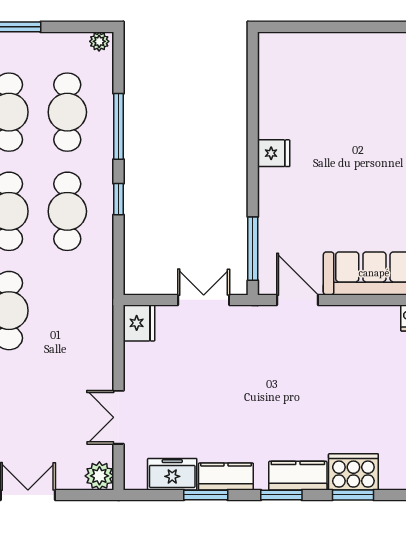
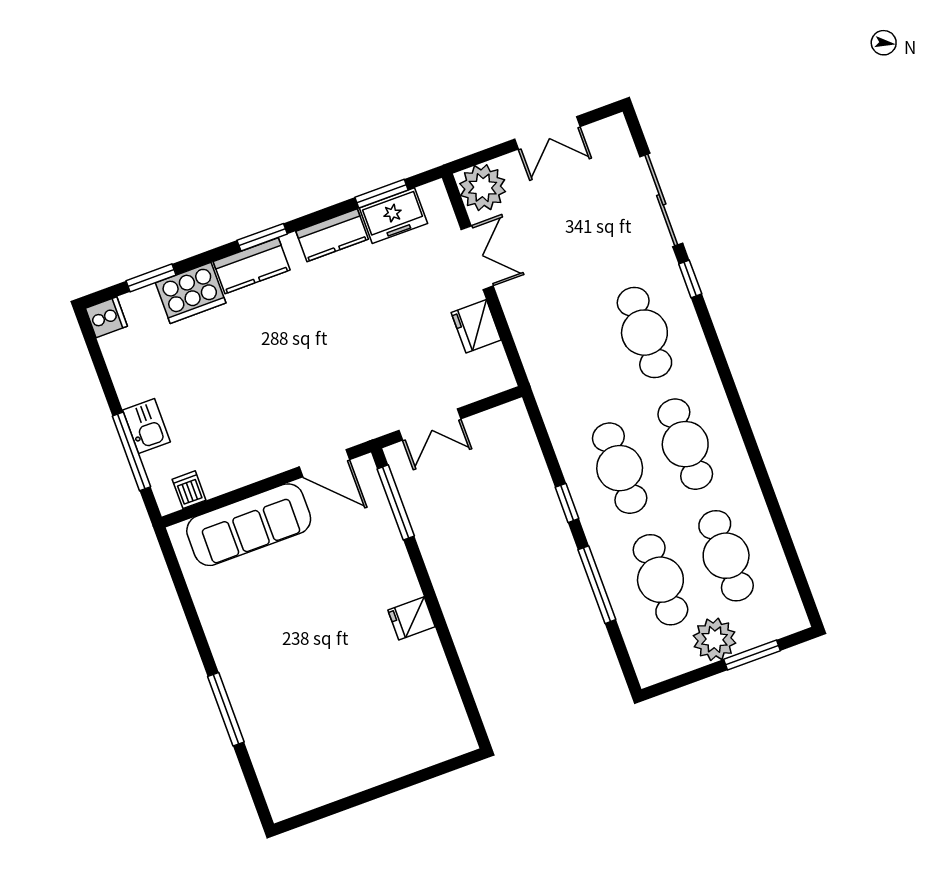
plant: (99, 41) -> (715, 639), moved, width x1.88, depth x1.88
fridge: (139, 323) -> (476, 326), moved
plant: (99, 476) -> (483, 188), width x1.36, depth x1.36
window: (206, 495) -> (381, 194), moved
window: (353, 495) -> (151, 278), moved

